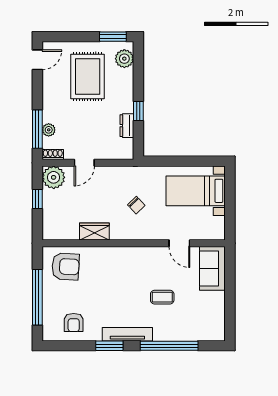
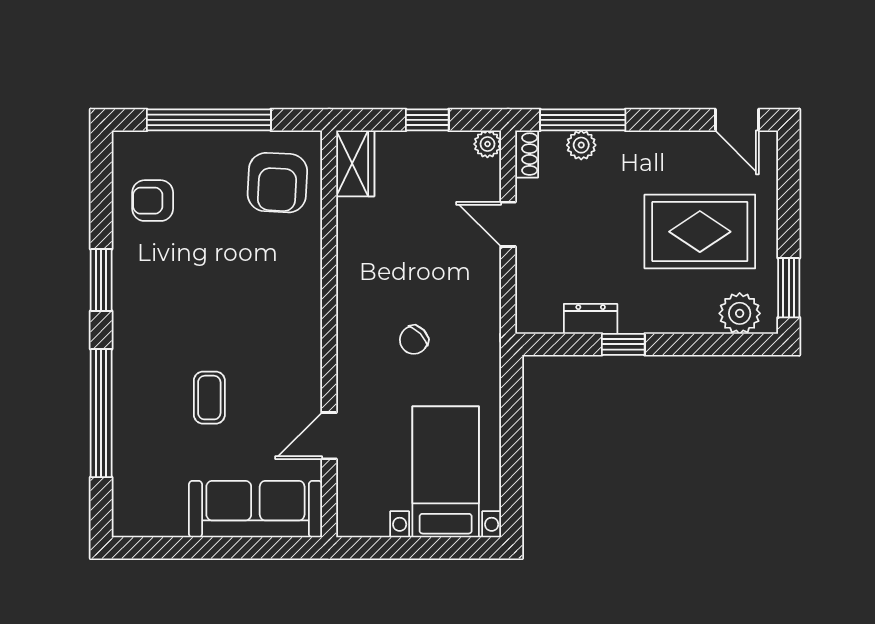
plant: (54, 177) -> (487, 144), width x0.53, depth x0.53
wardrobe: (94, 231) -> (355, 163), moved
sofa: (212, 268) -> (255, 509), width x1.36
tv unit: (127, 334) -> (127, 320), removed

